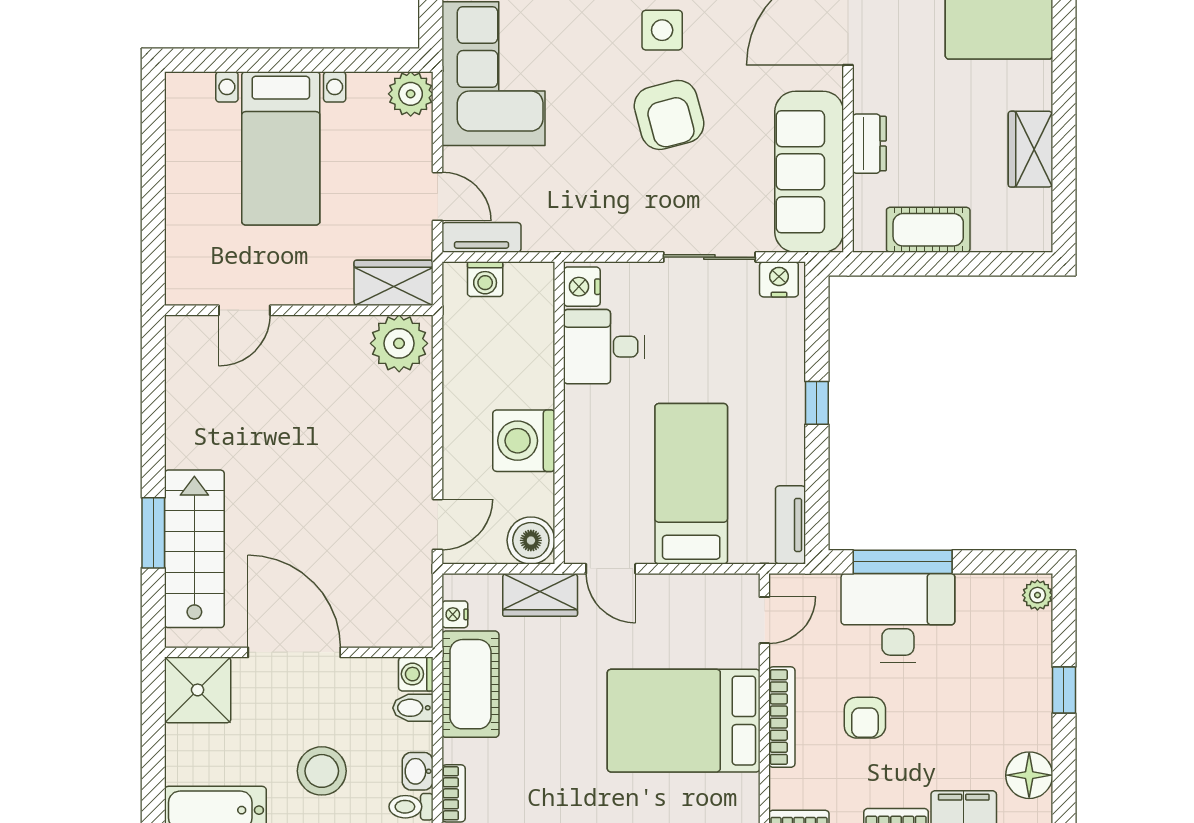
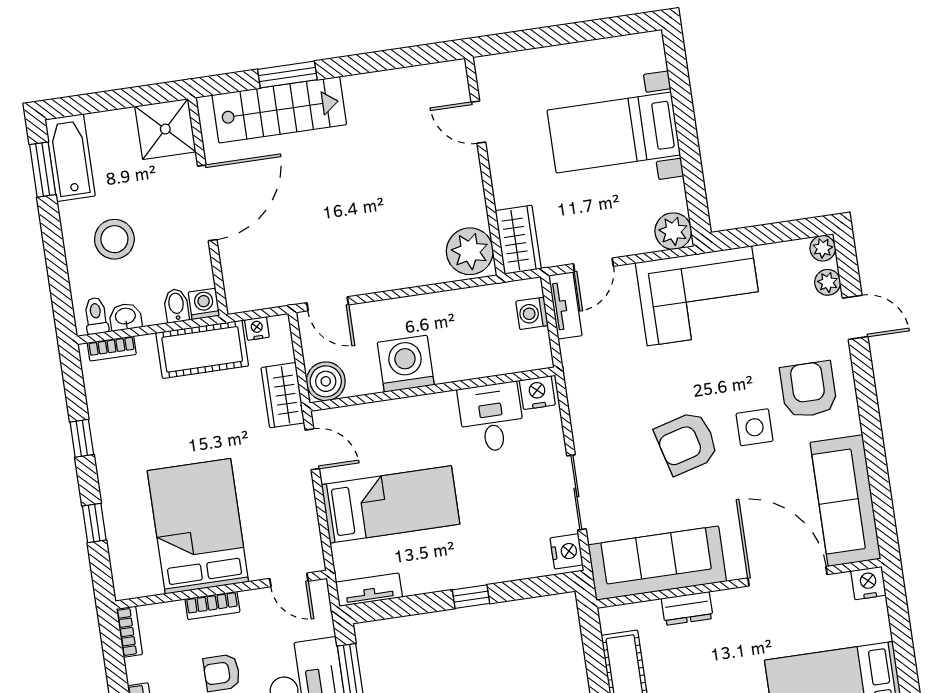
door: (611, 569) -> (312, 449), swing flipped
bookcase: (782, 717) -> (212, 605), width x0.64

